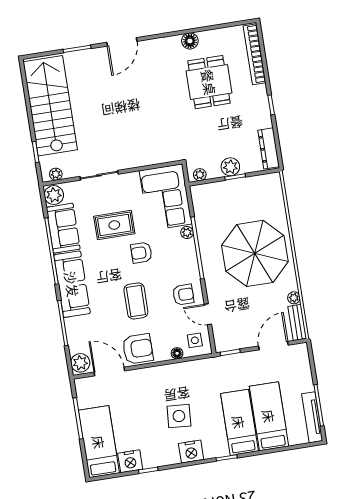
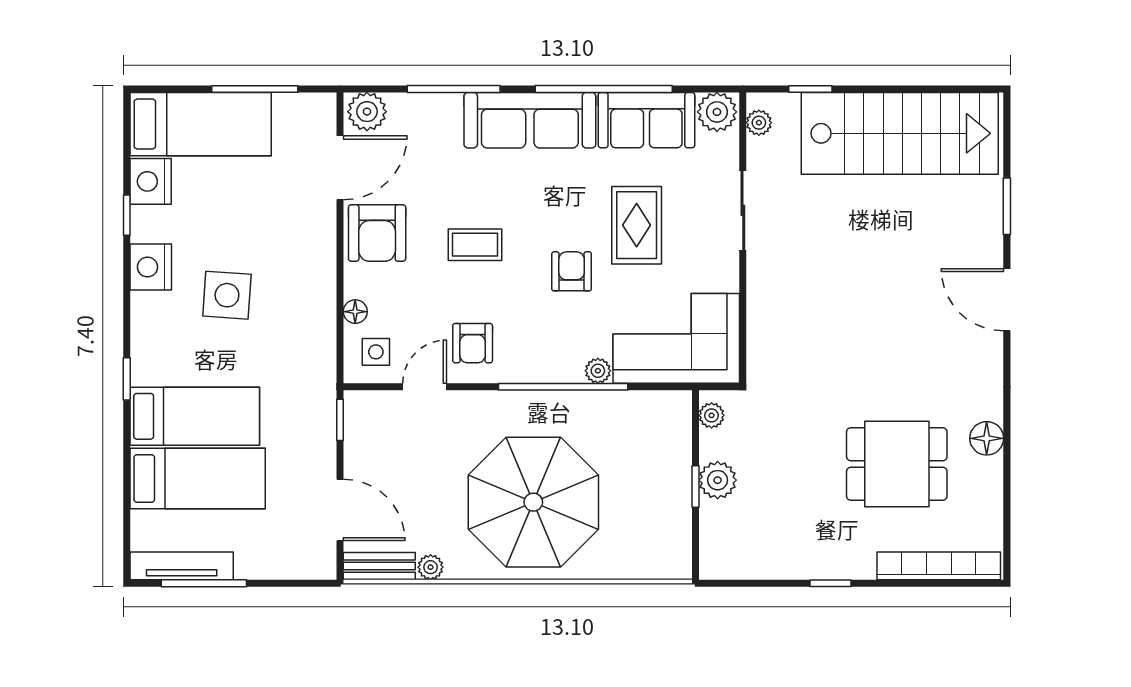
dresser: (269, 148) -> (743, 564), removed
coffee table: (136, 301) -> (475, 245), width x0.73, depth x0.77
nightstand: (191, 452) -> (151, 267), moved

